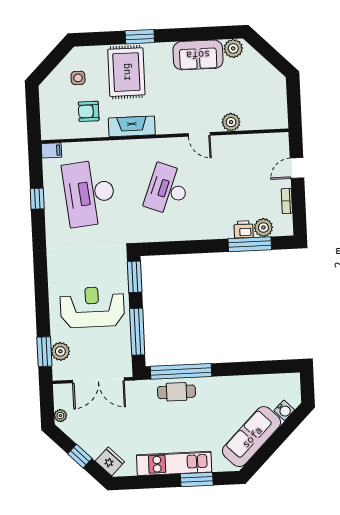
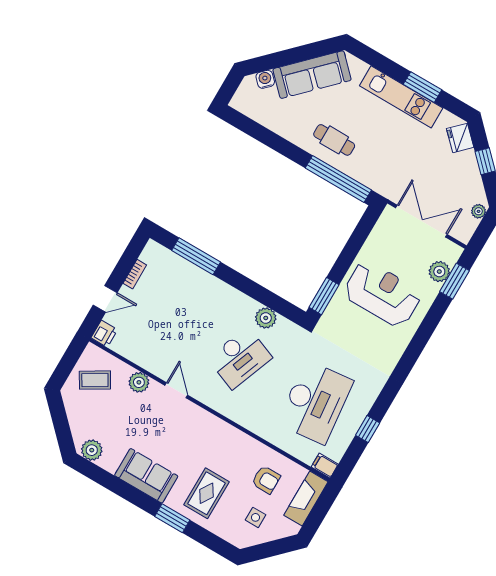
sofa: (198, 55) -> (146, 476), moved
rug: (126, 72) -> (207, 493), width x0.73, depth x0.70
coffee table: (265, 102) -> (95, 380), added
fireplace: (132, 126) -> (306, 498), moved, turned 90
plant: (263, 228) -> (266, 318), moved
printer: (244, 229) -> (104, 334), moved, turned -90
reception desk: (92, 307) -> (382, 294), turned 180
window: (137, 332) -> (355, 243), removed
cafe table: (176, 392) -> (334, 140), moved
window: (197, 479) -> (423, 87), moved

